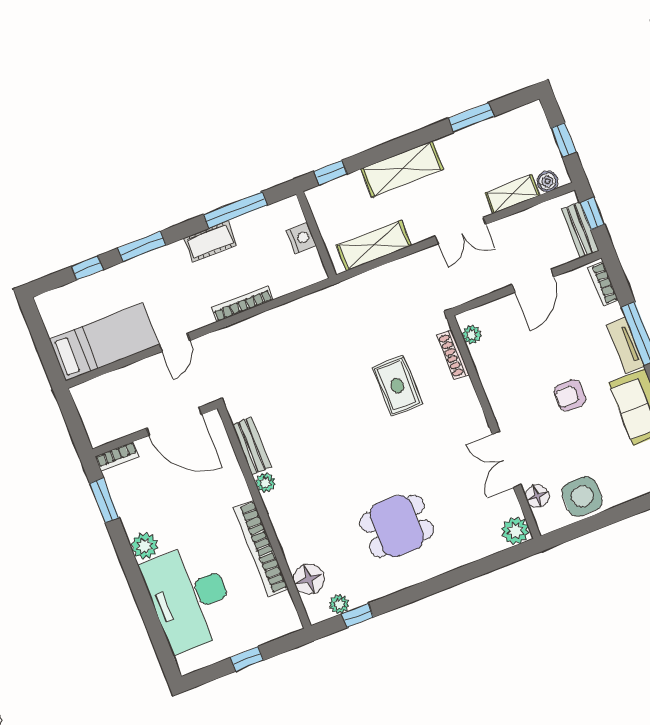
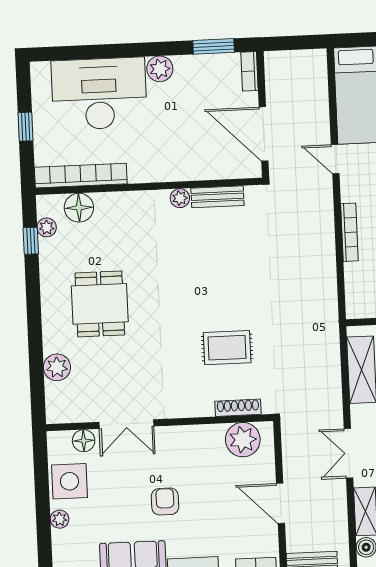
plant: (472, 335) -> (243, 440), width x1.88, depth x1.88
door: (174, 421) -> (264, 134), hinge flipped
double door: (506, 459) -> (126, 424), swing flipped
plant: (623, 493) -> (60, 519), added
plant: (515, 531) -> (57, 367), moved
bookcase: (261, 548) -> (81, 176), moved

